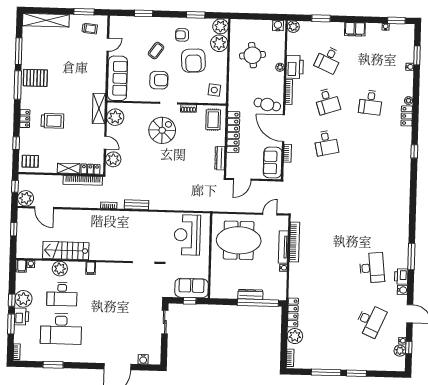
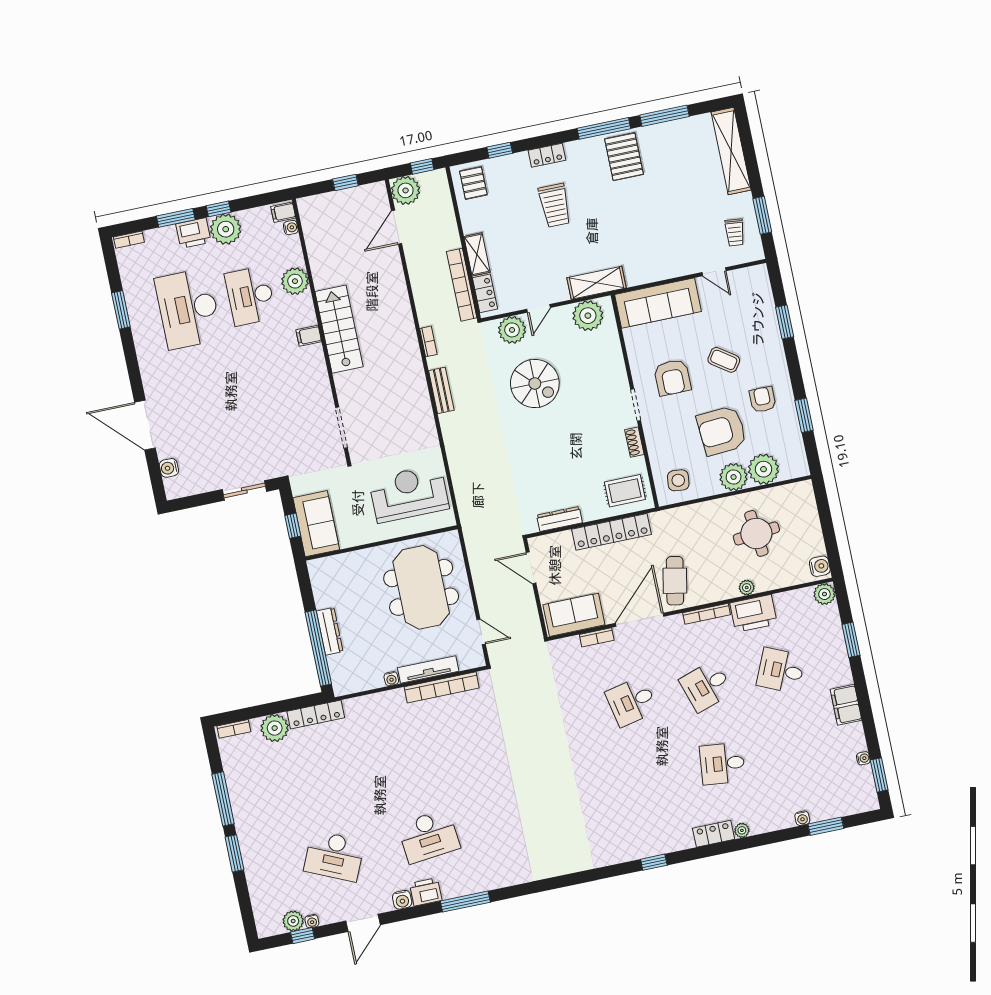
plant: (220, 26) -> (734, 477), moved
spiral stairs: (162, 130) -> (535, 384), moved
stairs: (66, 251) -> (339, 329), moved

